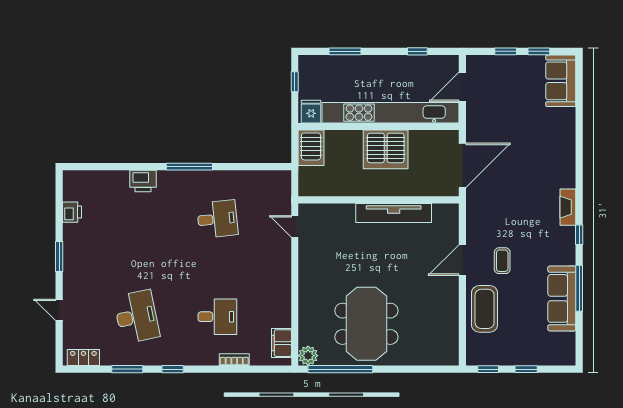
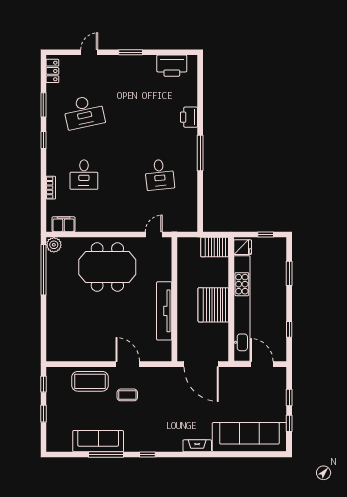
sofa: (561, 81) -> (249, 437), width x1.85, depth x1.27
fireplace: (568, 207) -> (197, 446), moved
printer: (72, 212) -> (172, 66), width x1.87, depth x1.48
meeting table: (366, 324) -> (107, 267), moved

